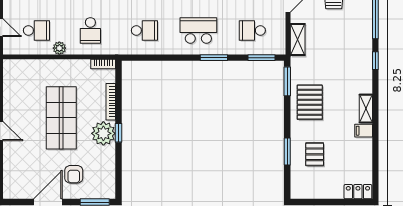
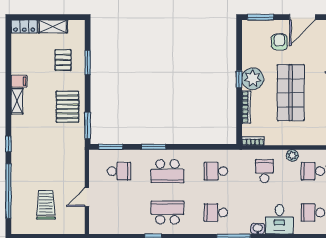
shelving: (298, 40) -> (53, 26), moved, turned 90

